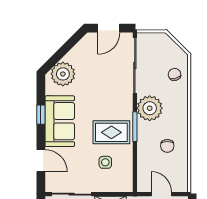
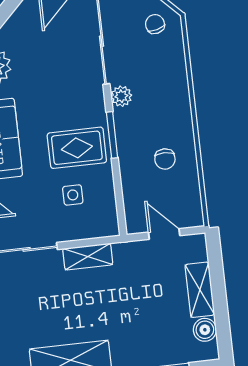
chair: (175, 74) -> (155, 24), moved
plant: (150, 108) -> (121, 96), width x0.53, depth x0.53

